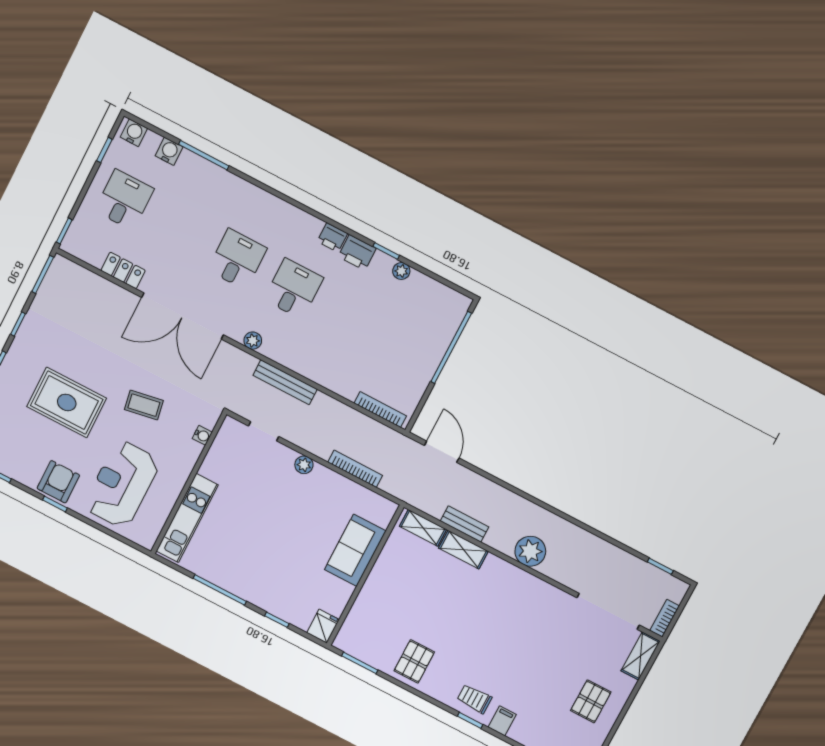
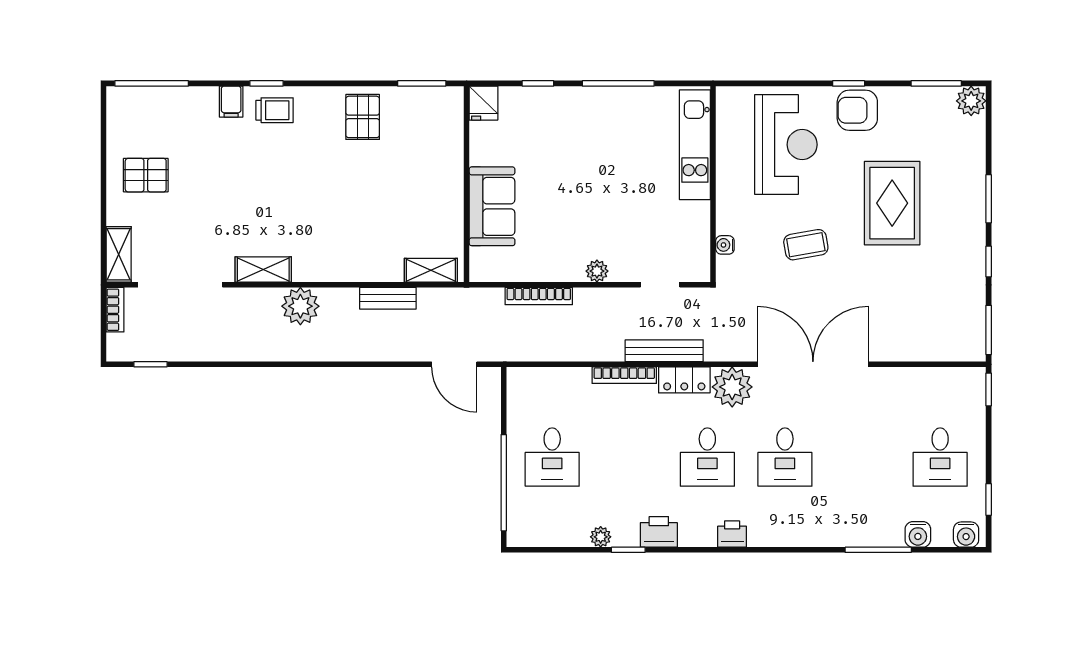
printer: (332, 237) -> (732, 534), moved
locker: (123, 271) -> (684, 380), moved
plant: (253, 341) -> (732, 387), width x1.88, depth x1.88
desk: (406, 348) -> (552, 457), added
rug: (67, 402) -> (892, 203), turned 90
bookcase: (380, 410) -> (624, 375), moved
armchair: (58, 482) -> (857, 110), turned 90
shelving: (463, 550) -> (263, 269), moved
pallet: (591, 701) -> (146, 175), turned 90

